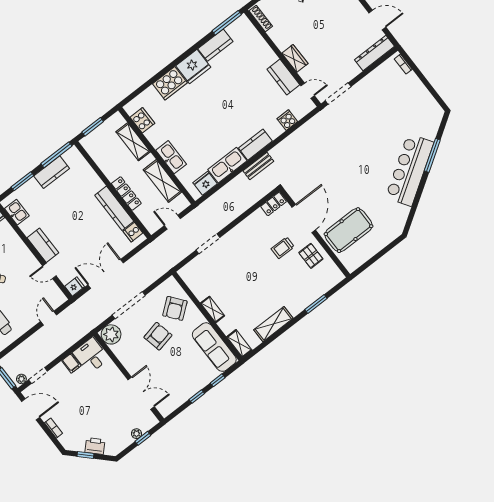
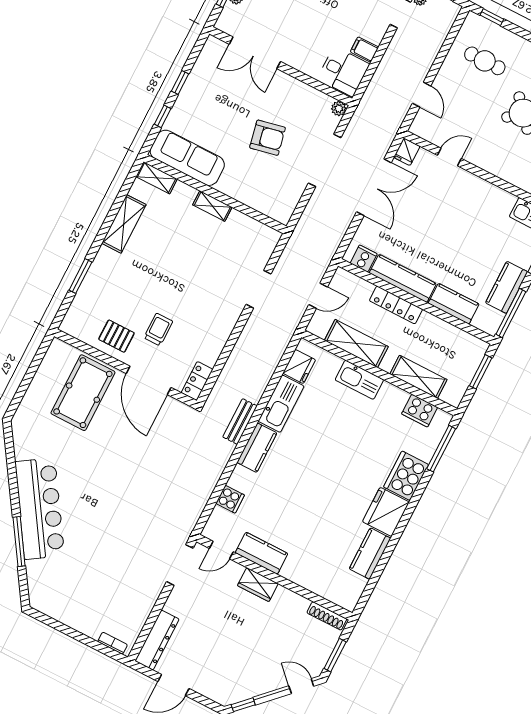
window: (227, 23) -> (441, 449), moved
kitchen counter: (43, 245) -> (454, 304), moved, turned 180
armchair: (175, 308) -> (262, 184), removed
plant: (111, 334) -> (339, 109), width x0.53, depth x0.53
armchair: (158, 336) -> (268, 138), turned -90

